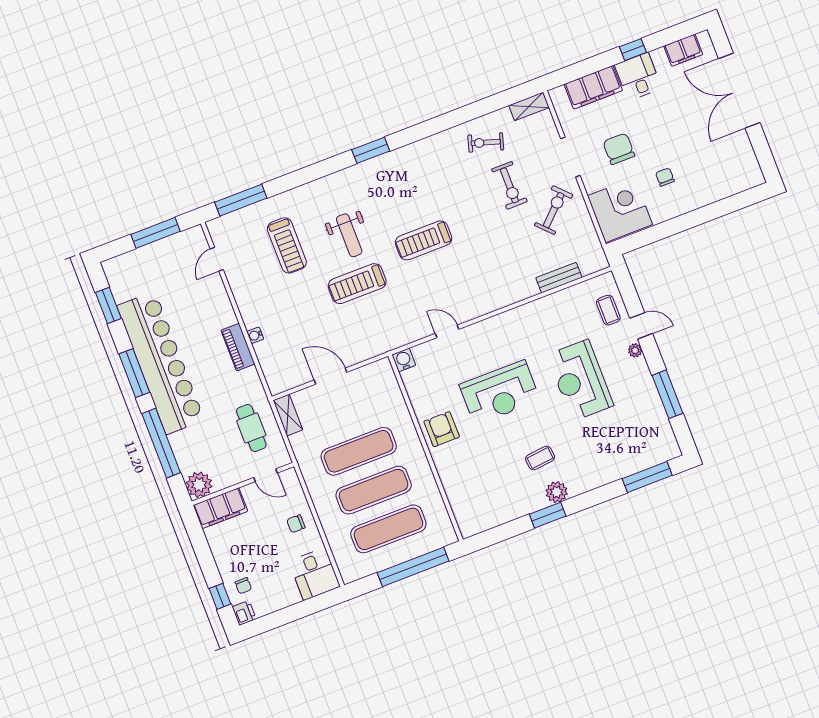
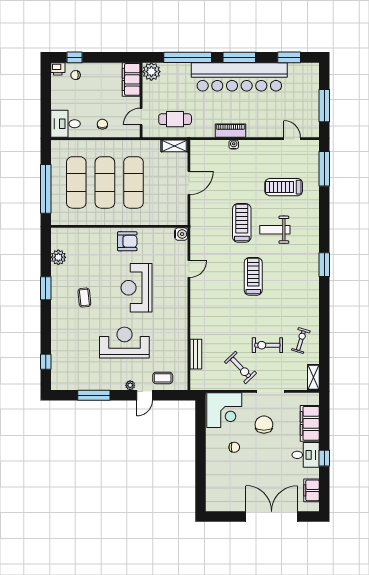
chair: (619, 149) -> (264, 425), turned -90
window: (647, 477) -> (46, 362), width x0.46
plant: (557, 492) -> (58, 257), moved

